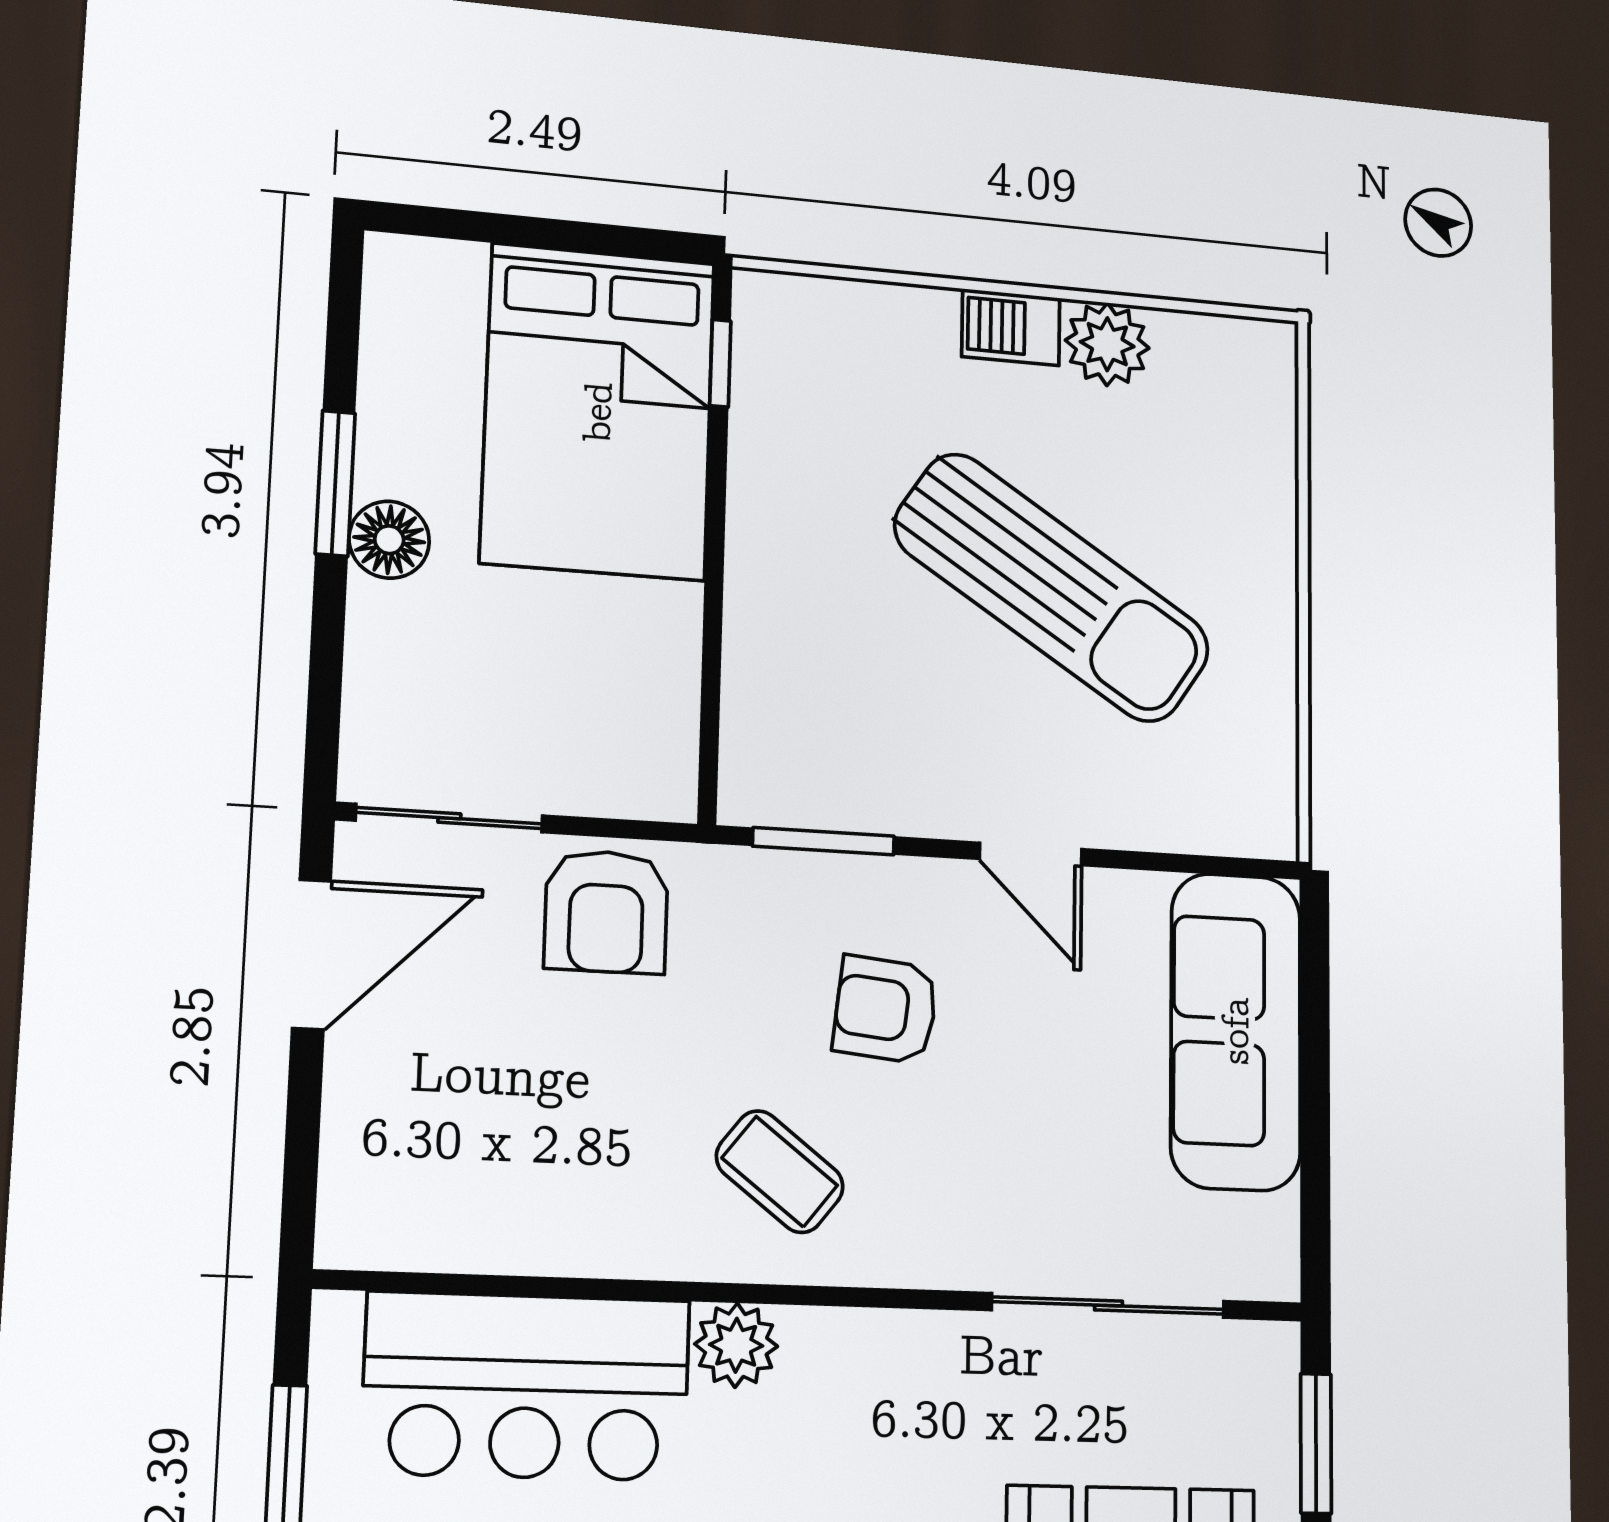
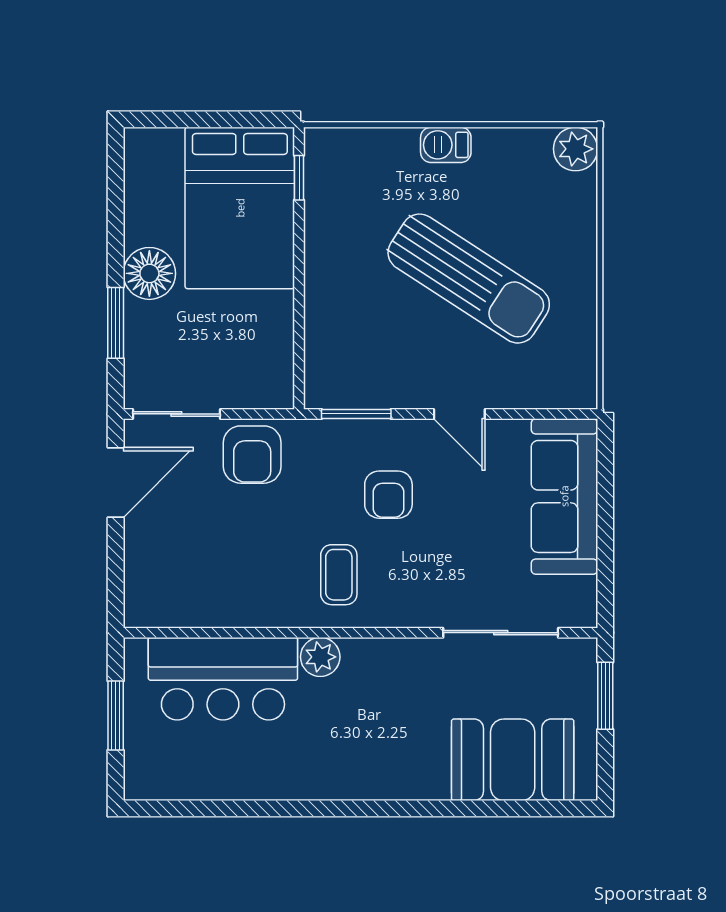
plant: (1107, 344) -> (576, 149), moved
window: (335, 483) -> (116, 323), moved
floor lamp: (389, 540) -> (149, 273), width x1.38, depth x1.38
armchair: (886, 1010) -> (388, 495), turned -96
coffee table: (780, 1172) -> (339, 575), turned 52

